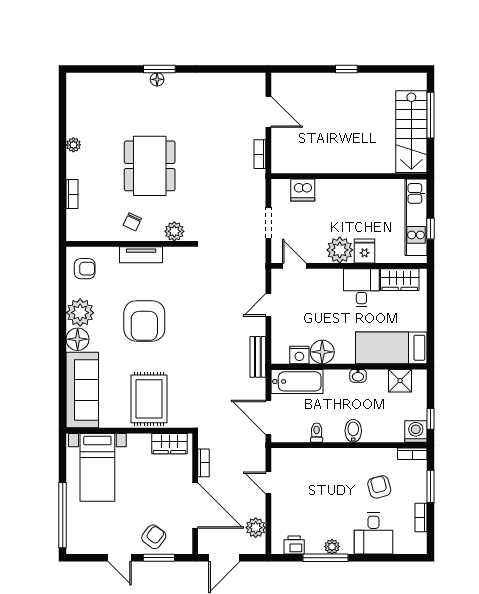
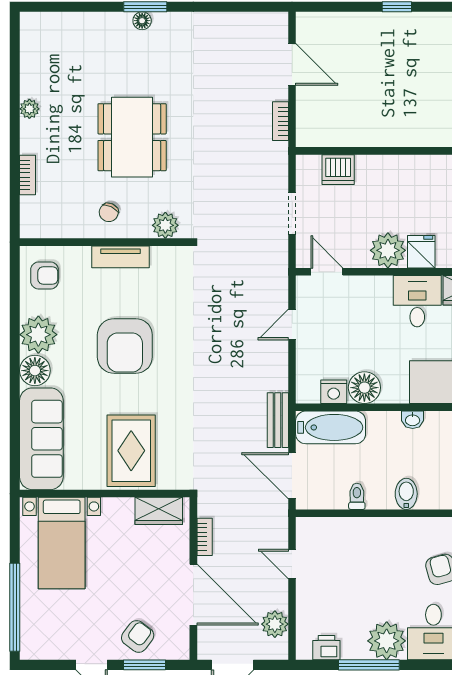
bench: (258, 357) -> (278, 420), moved
plant: (332, 547) -> (387, 641), width x1.87, depth x1.87

